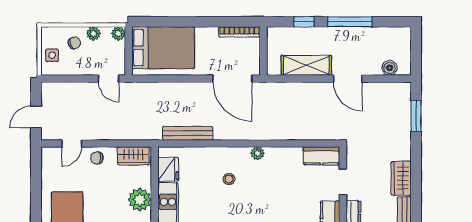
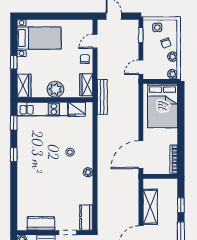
window: (63, 79) -> (141, 35), added
bench: (188, 133) -> (102, 97), moved
door: (72, 143) -> (95, 41), hinge flipped

